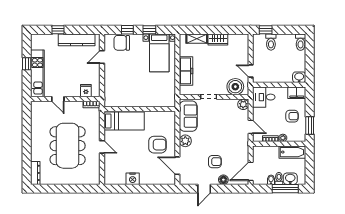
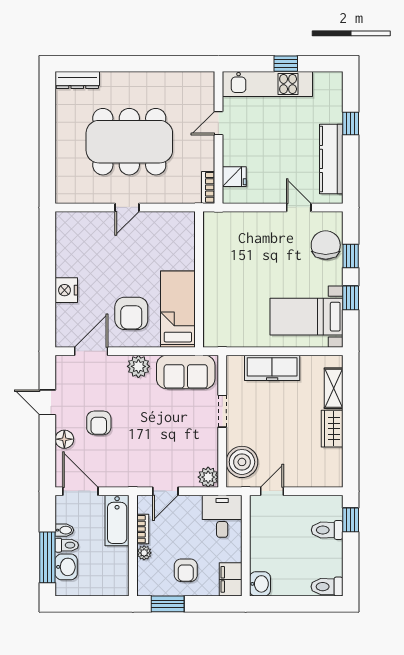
bed: (124, 121) -> (178, 309), moved, turned 180
bathtub: (292, 152) -> (117, 520), moved
nightstand: (133, 179) -> (66, 290), moved

